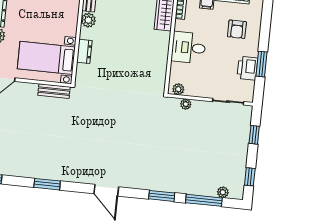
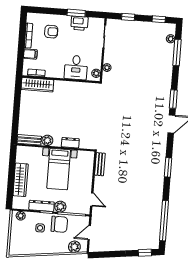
desk: (189, 48) -> (76, 67), moved
bed with nightstands: (46, 58) -> (59, 169), moved
window: (162, 196) -> (173, 99), moved

